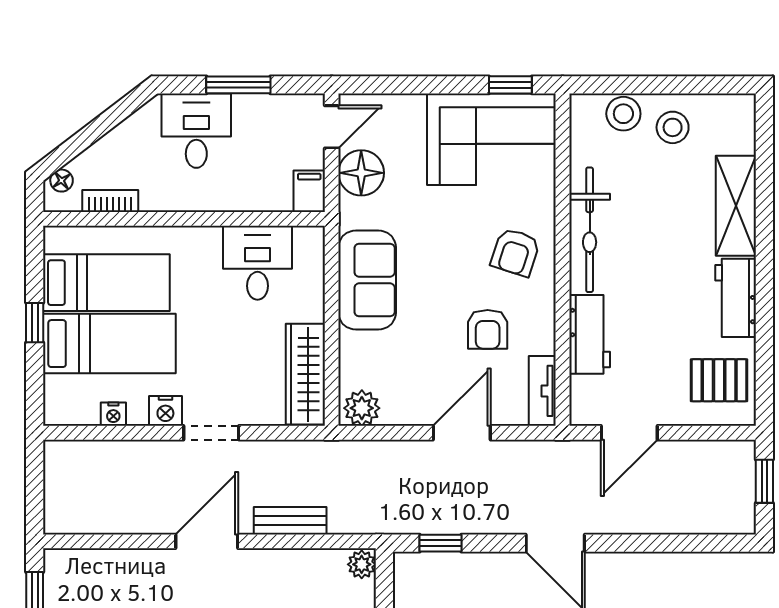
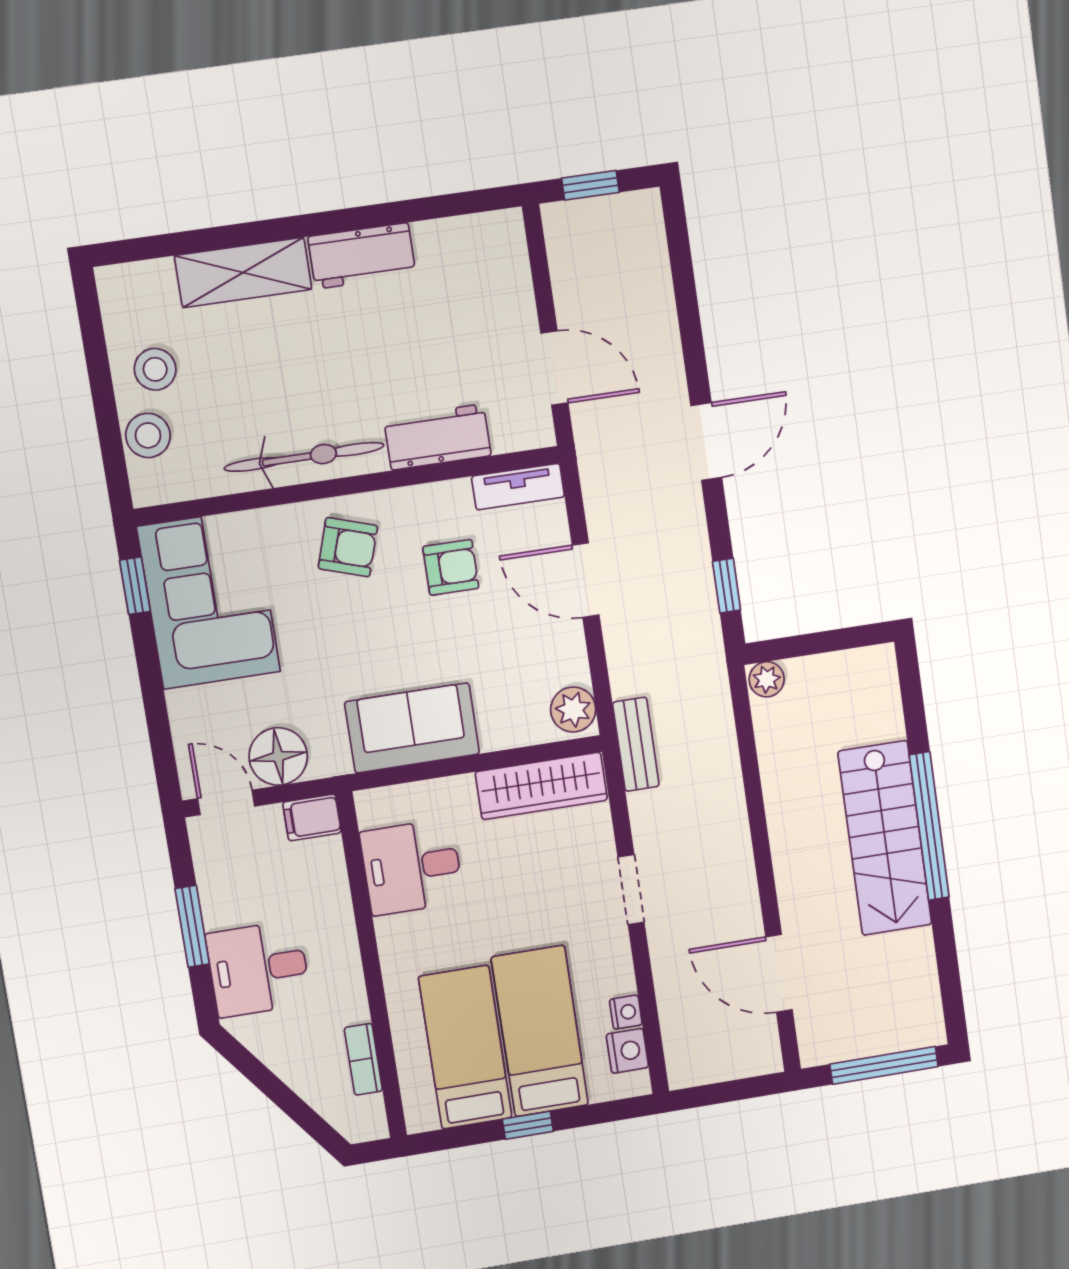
floor lamp: (62, 181) -> (348, 1122), removed
pallet: (719, 380) -> (471, 262), removed
nightstand: (165, 411) -> (627, 1051), moved
bench: (290, 521) -> (636, 744), moved
door: (207, 541) -> (779, 973), moved

